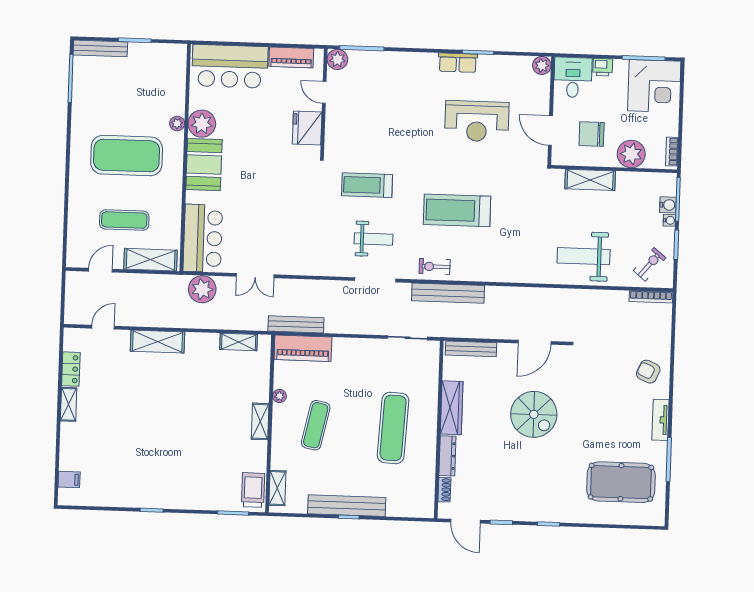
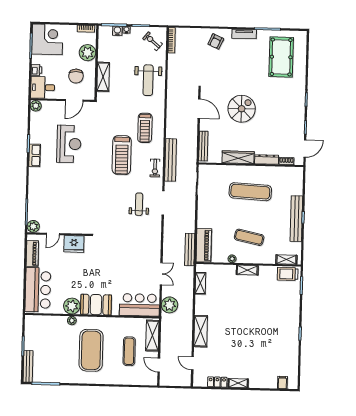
treadmill: (367, 185) -> (145, 128), moved

